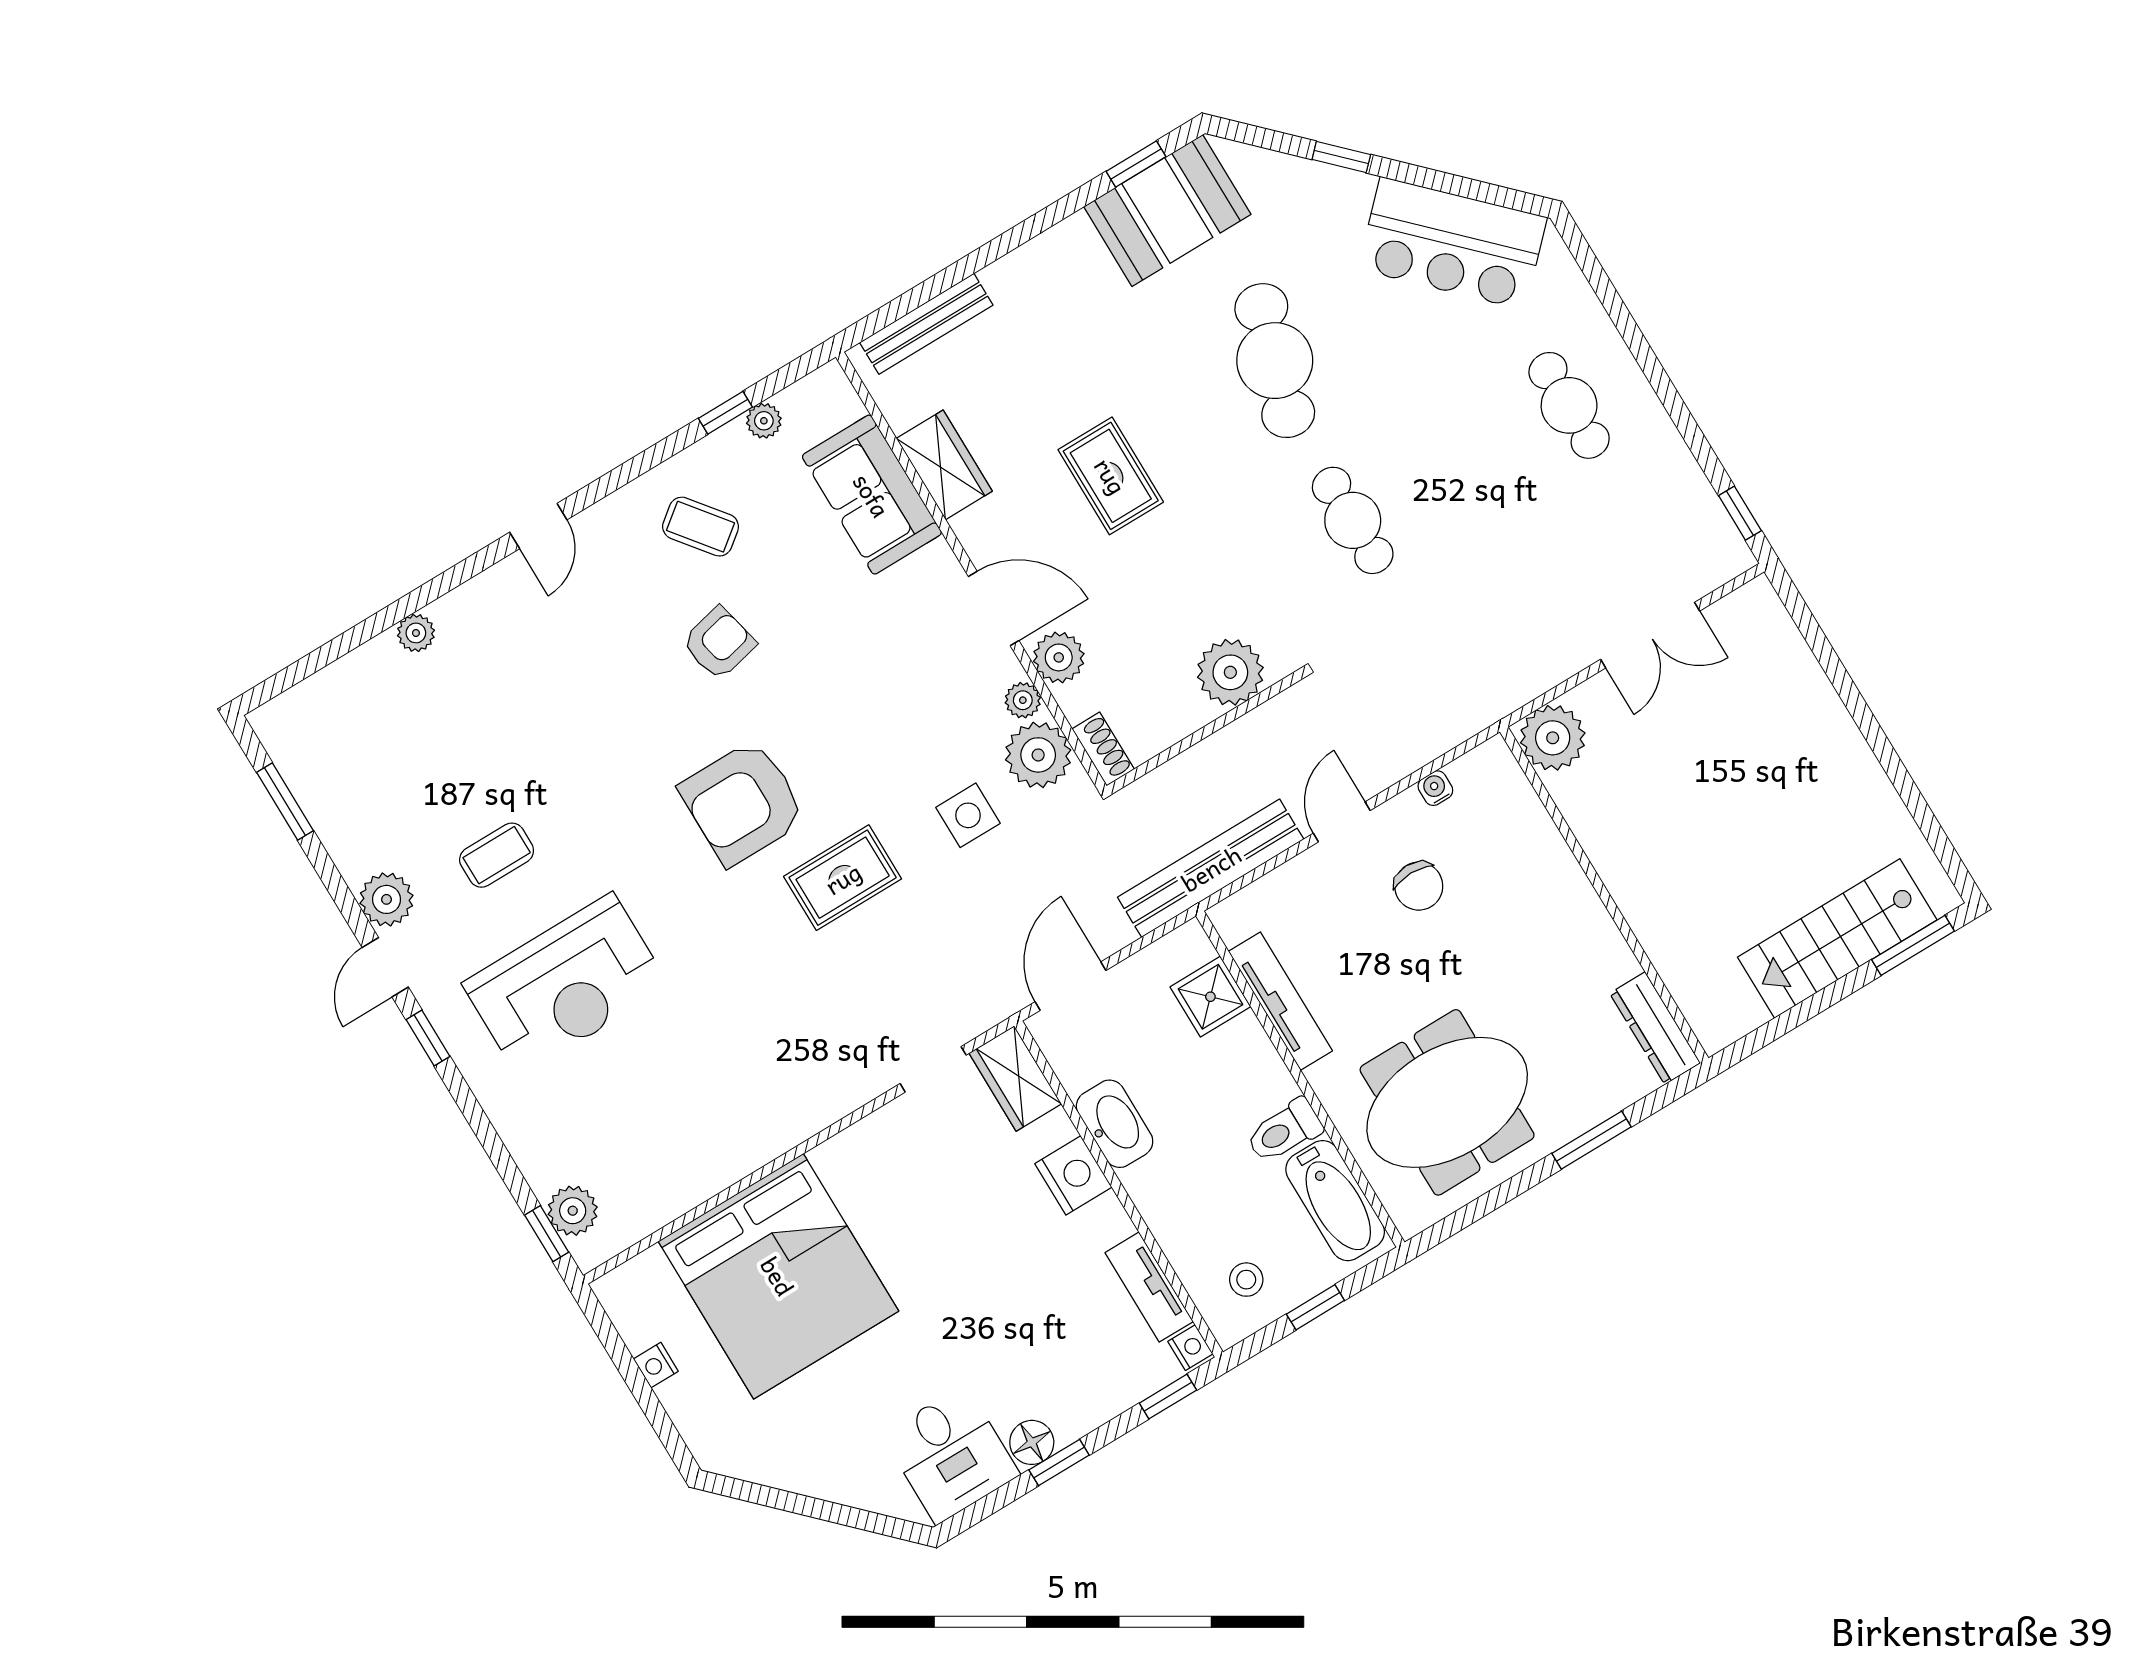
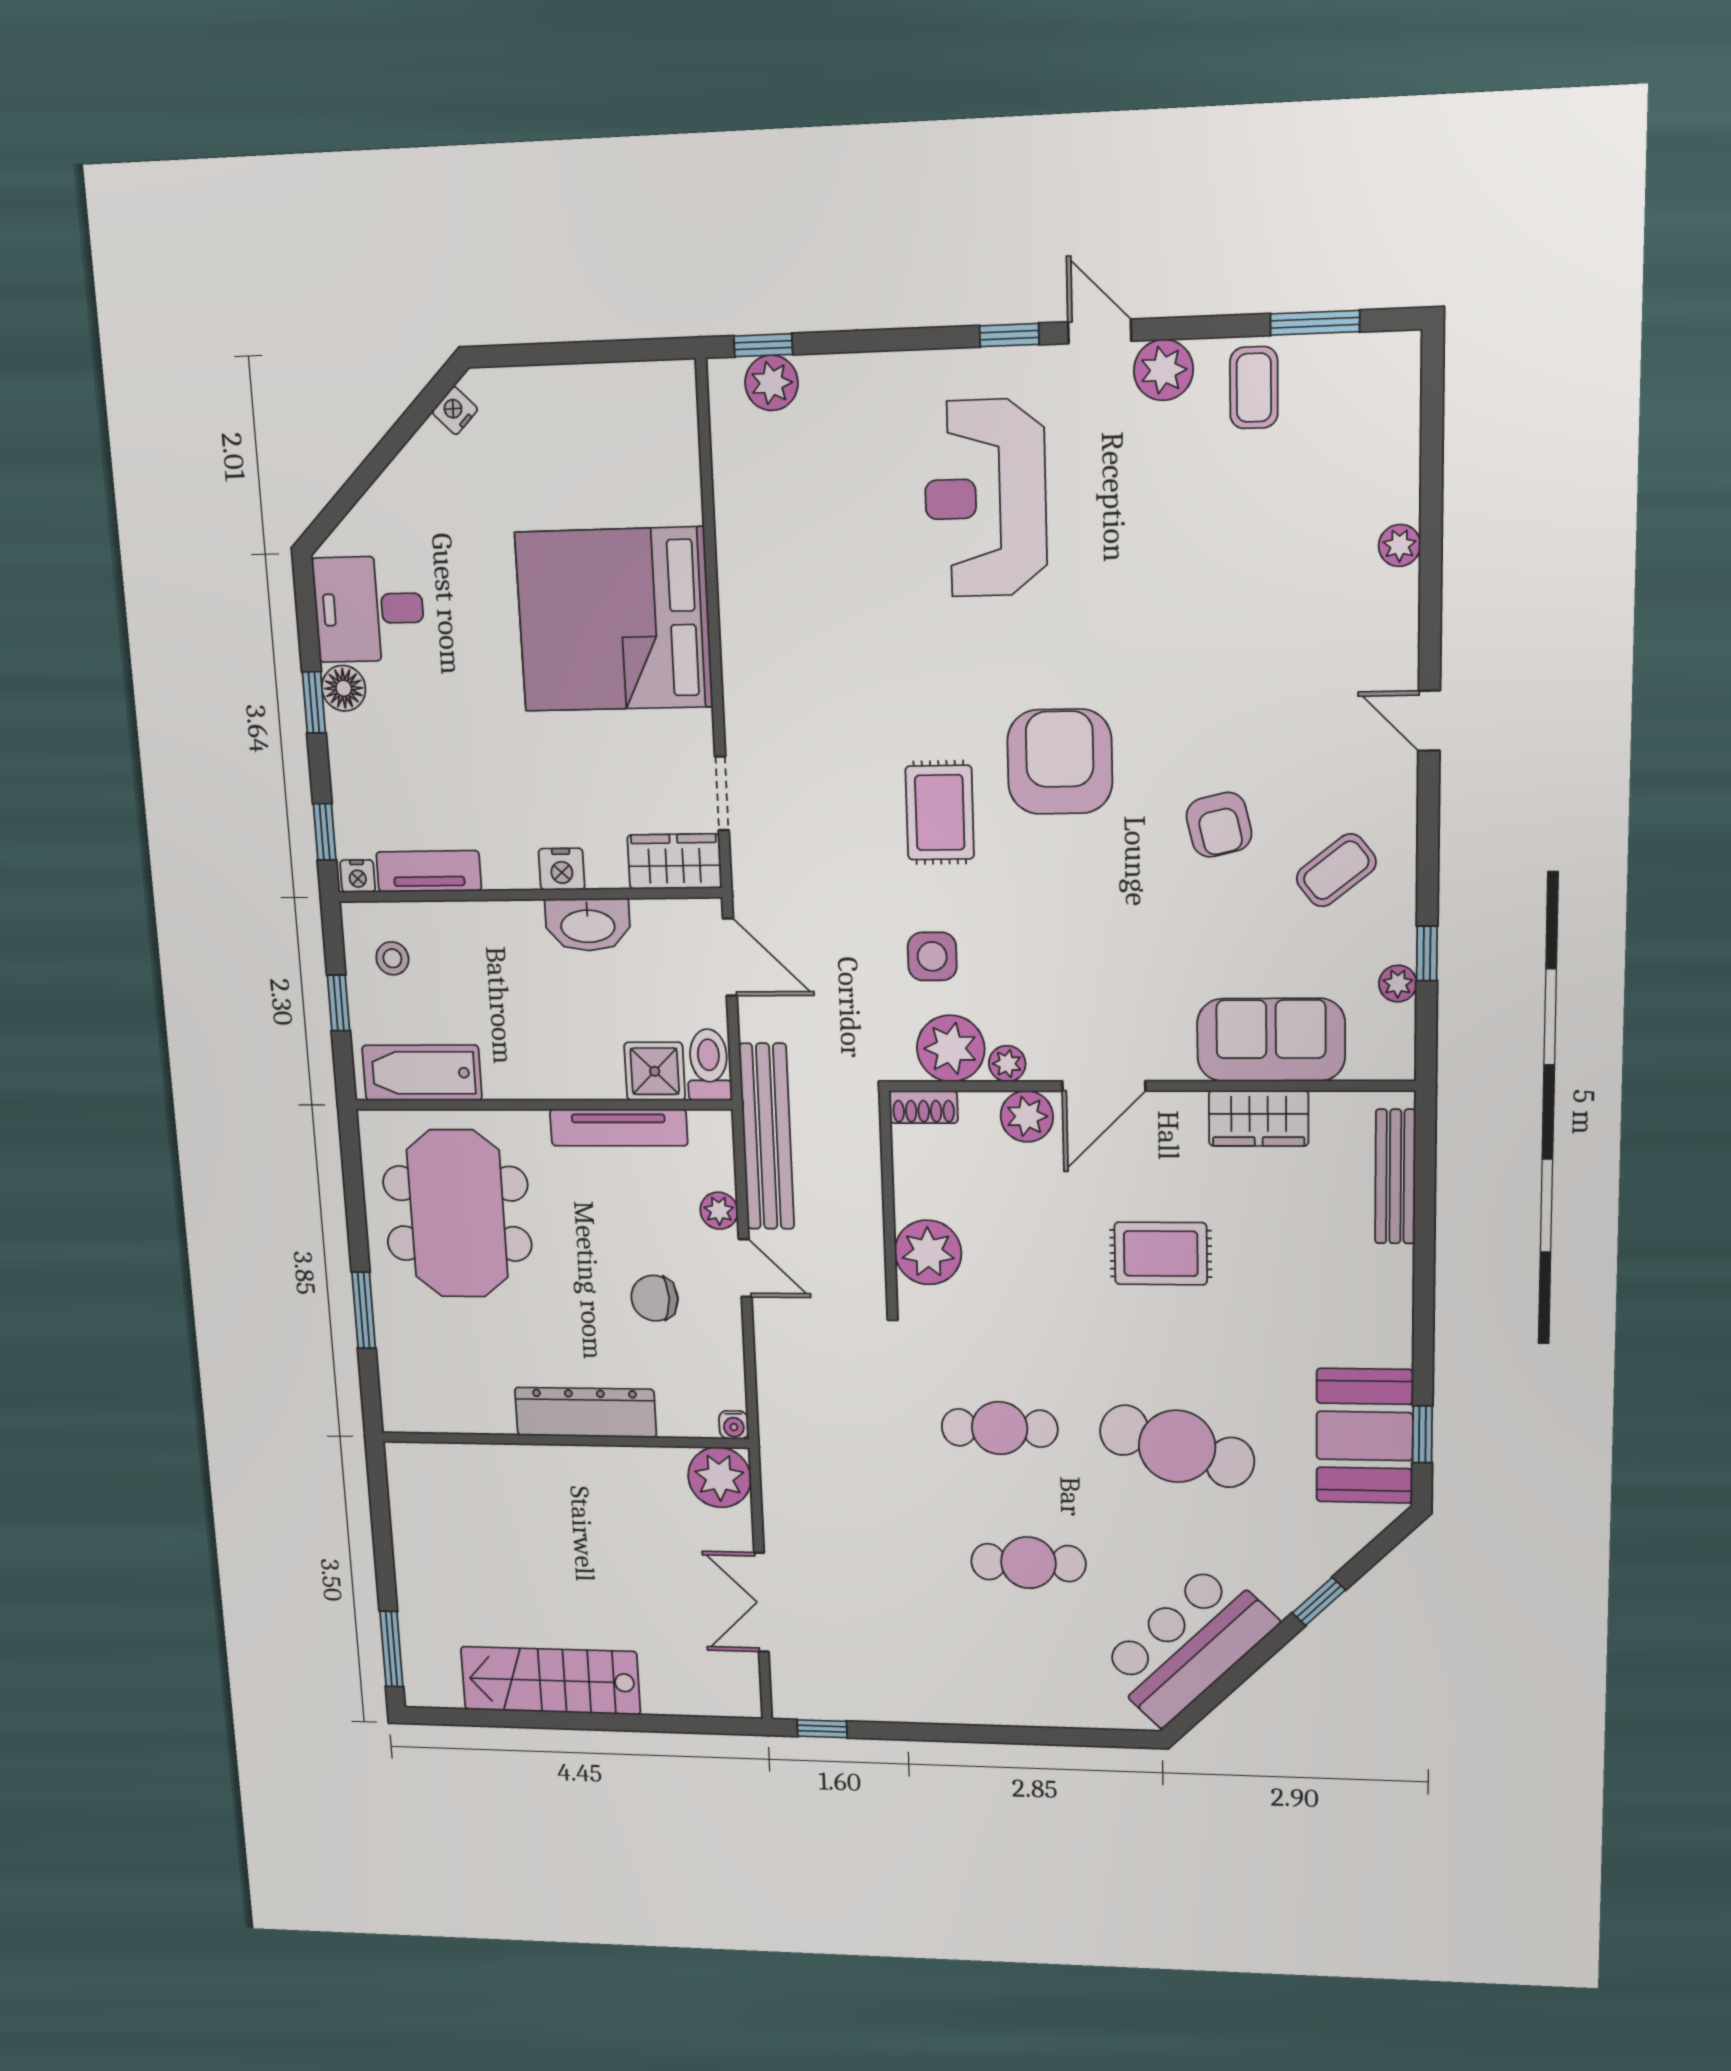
cafe table: (1569, 405) -> (1028, 1563), moved
water cooler: (1435, 788) -> (734, 1425), moved, turned 90
coffee table: (497, 855) -> (1254, 388), moved
plant: (1303, 873) -> (719, 1211), added
stairs: (1837, 938) -> (550, 1681), moved, turned -90
dresser: (1655, 1028) -> (586, 1412), moved, width x1.37, depth x1.24
toilet: (1284, 1131) -> (709, 1065), moved
nightstand: (1073, 1175) -> (562, 869), width x0.74, depth x0.75
bed: (778, 1276) -> (614, 620), moved
nightstand: (656, 1365) -> (455, 411), moved, turned -45

